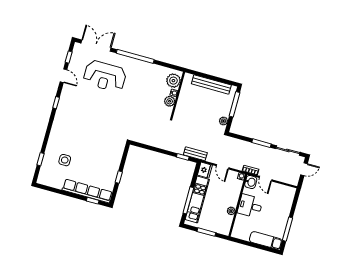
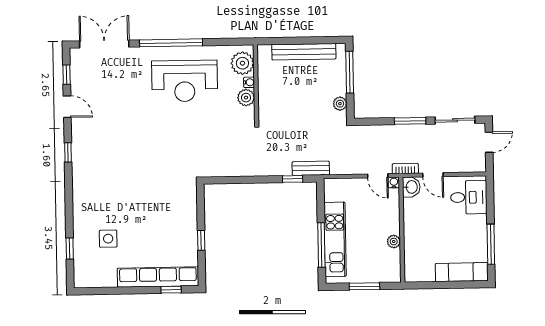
reception desk: (105, 76) -> (185, 81), moved
door: (222, 167) -> (378, 176), moved
fridge: (205, 170) -> (333, 189), removed
desk: (250, 206) -> (469, 197), moved, turned 180

